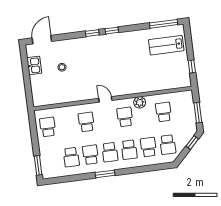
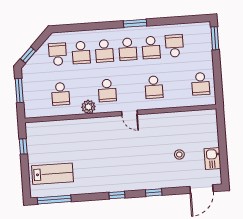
window: (92, 33) -> (154, 192), moved
school desk: (129, 150) -> (104, 51), turned 180
school desk: (110, 152) -> (128, 49), turned 180

